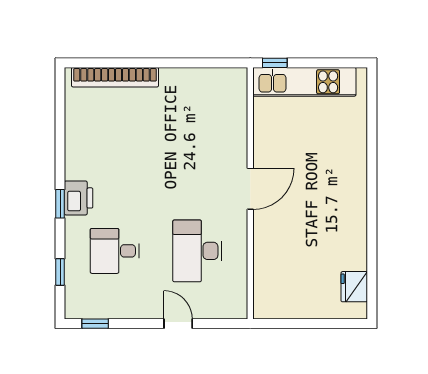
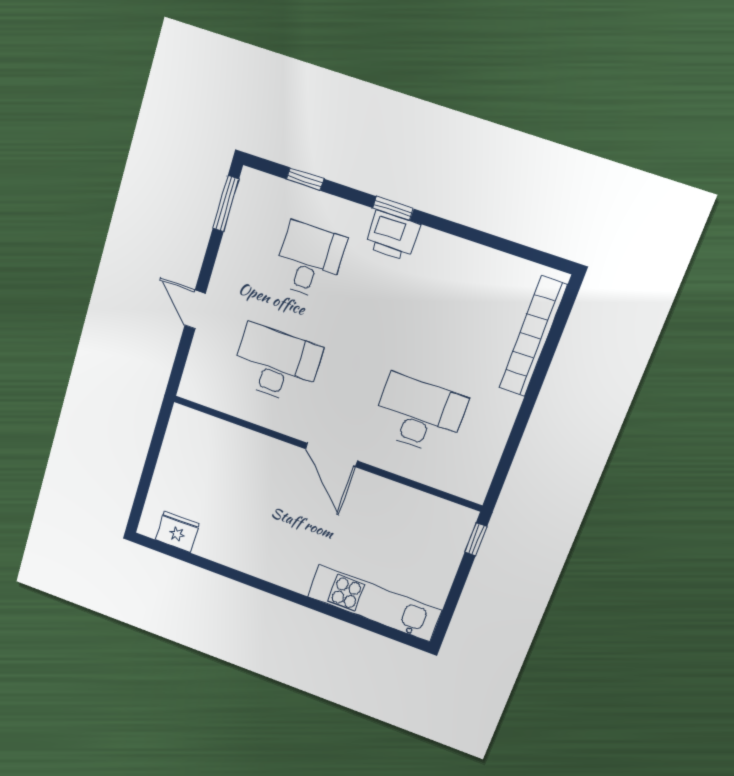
kitchen unit: (304, 82) -> (374, 603), moved, turned 90
desk: (197, 136) -> (419, 414), added
window: (95, 324) -> (226, 204), width x1.50
door: (178, 324) -> (195, 309), swing flipped

